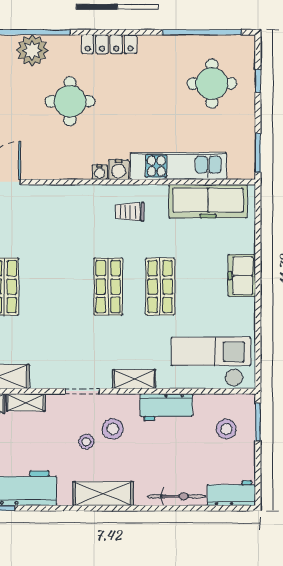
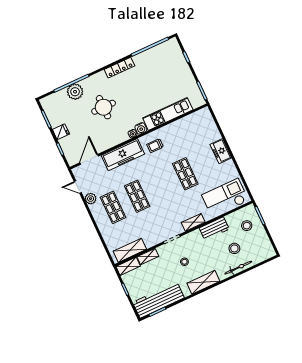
locker: (109, 44) -> (119, 68), moved
round table: (212, 84) -> (166, 68), removed
freezer: (208, 201) -> (123, 155), moved
shop shelf: (108, 287) -> (137, 196), moved
stool: (113, 429) -> (234, 248), moved
workbench: (231, 493) -> (263, 254), removed

